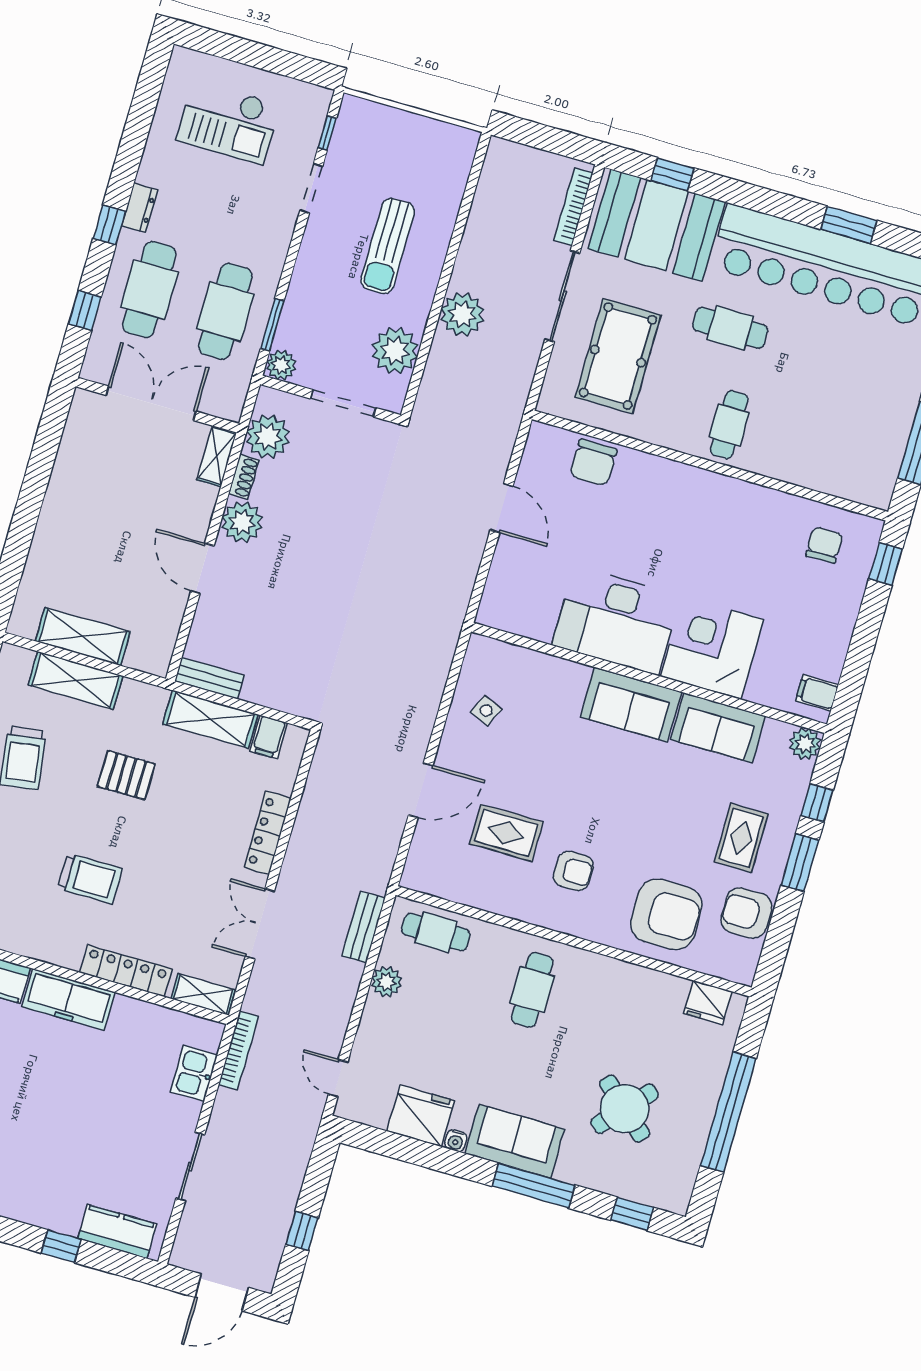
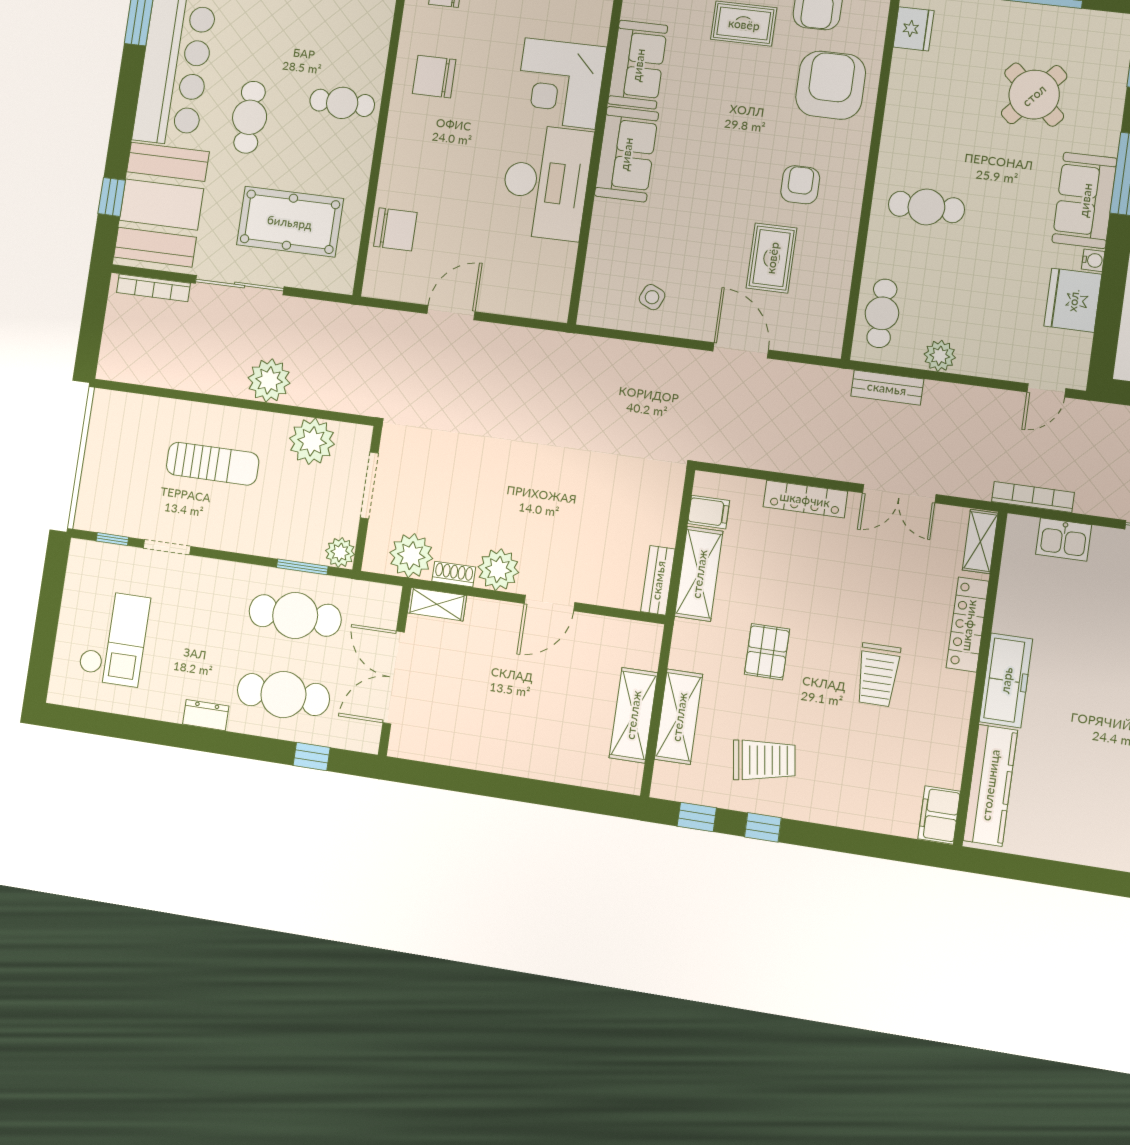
window: (109, 225) -> (226, 743), removed
chair: (740, 522) -> (434, 77), added
trolley: (90, 879) -> (878, 675), turned 180

